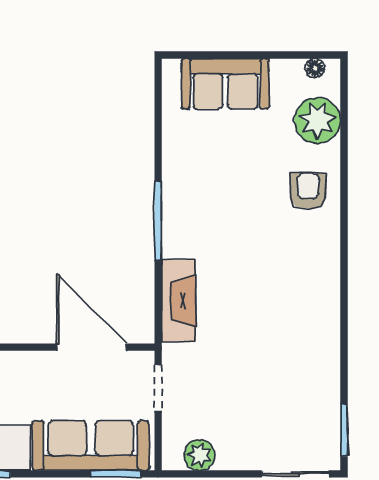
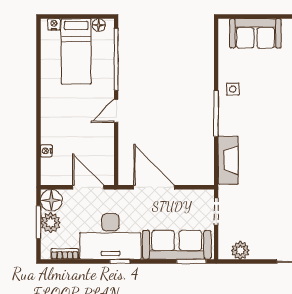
side table: (187, 179) -> (233, 89), added
door: (92, 347) -> (154, 187), moved

